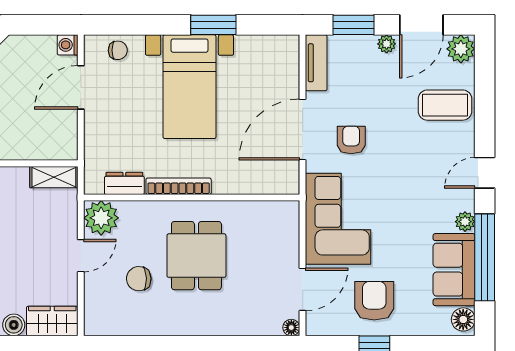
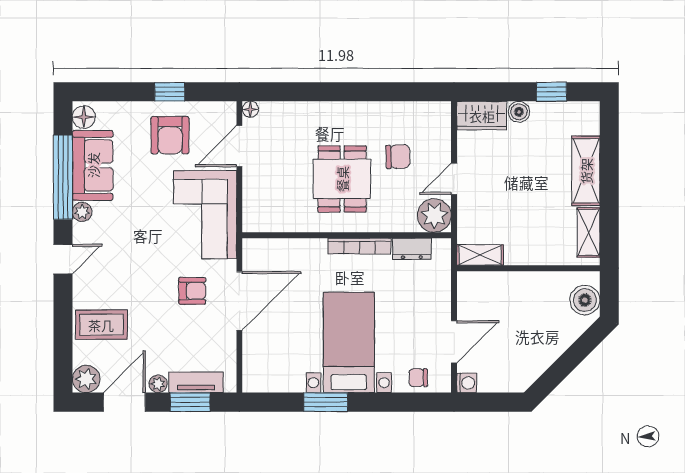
tv unit: (316, 63) -> (196, 382), moved, turned 90
armchair: (351, 140) -> (192, 291), turned -90

